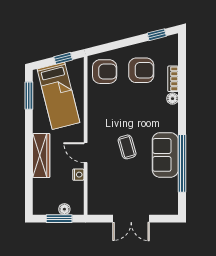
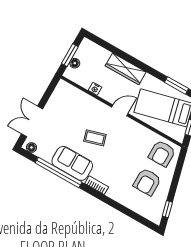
bookcase: (173, 79) -> (97, 185), moved
floor lamp: (172, 99) -> (31, 147), moved
door: (86, 153) -> (120, 110), moved
double door: (131, 219) -> (32, 121), moved

